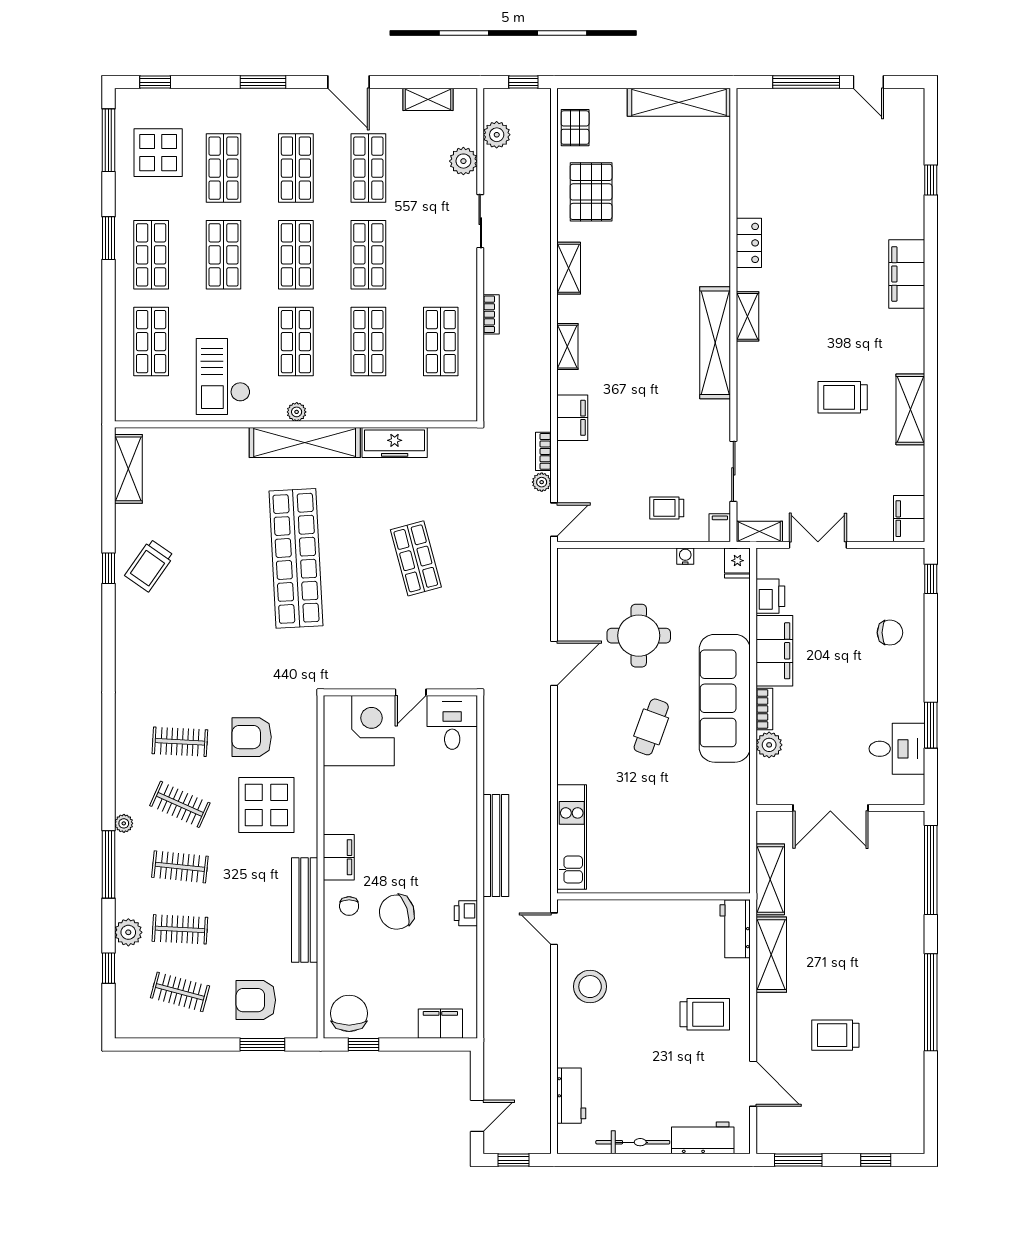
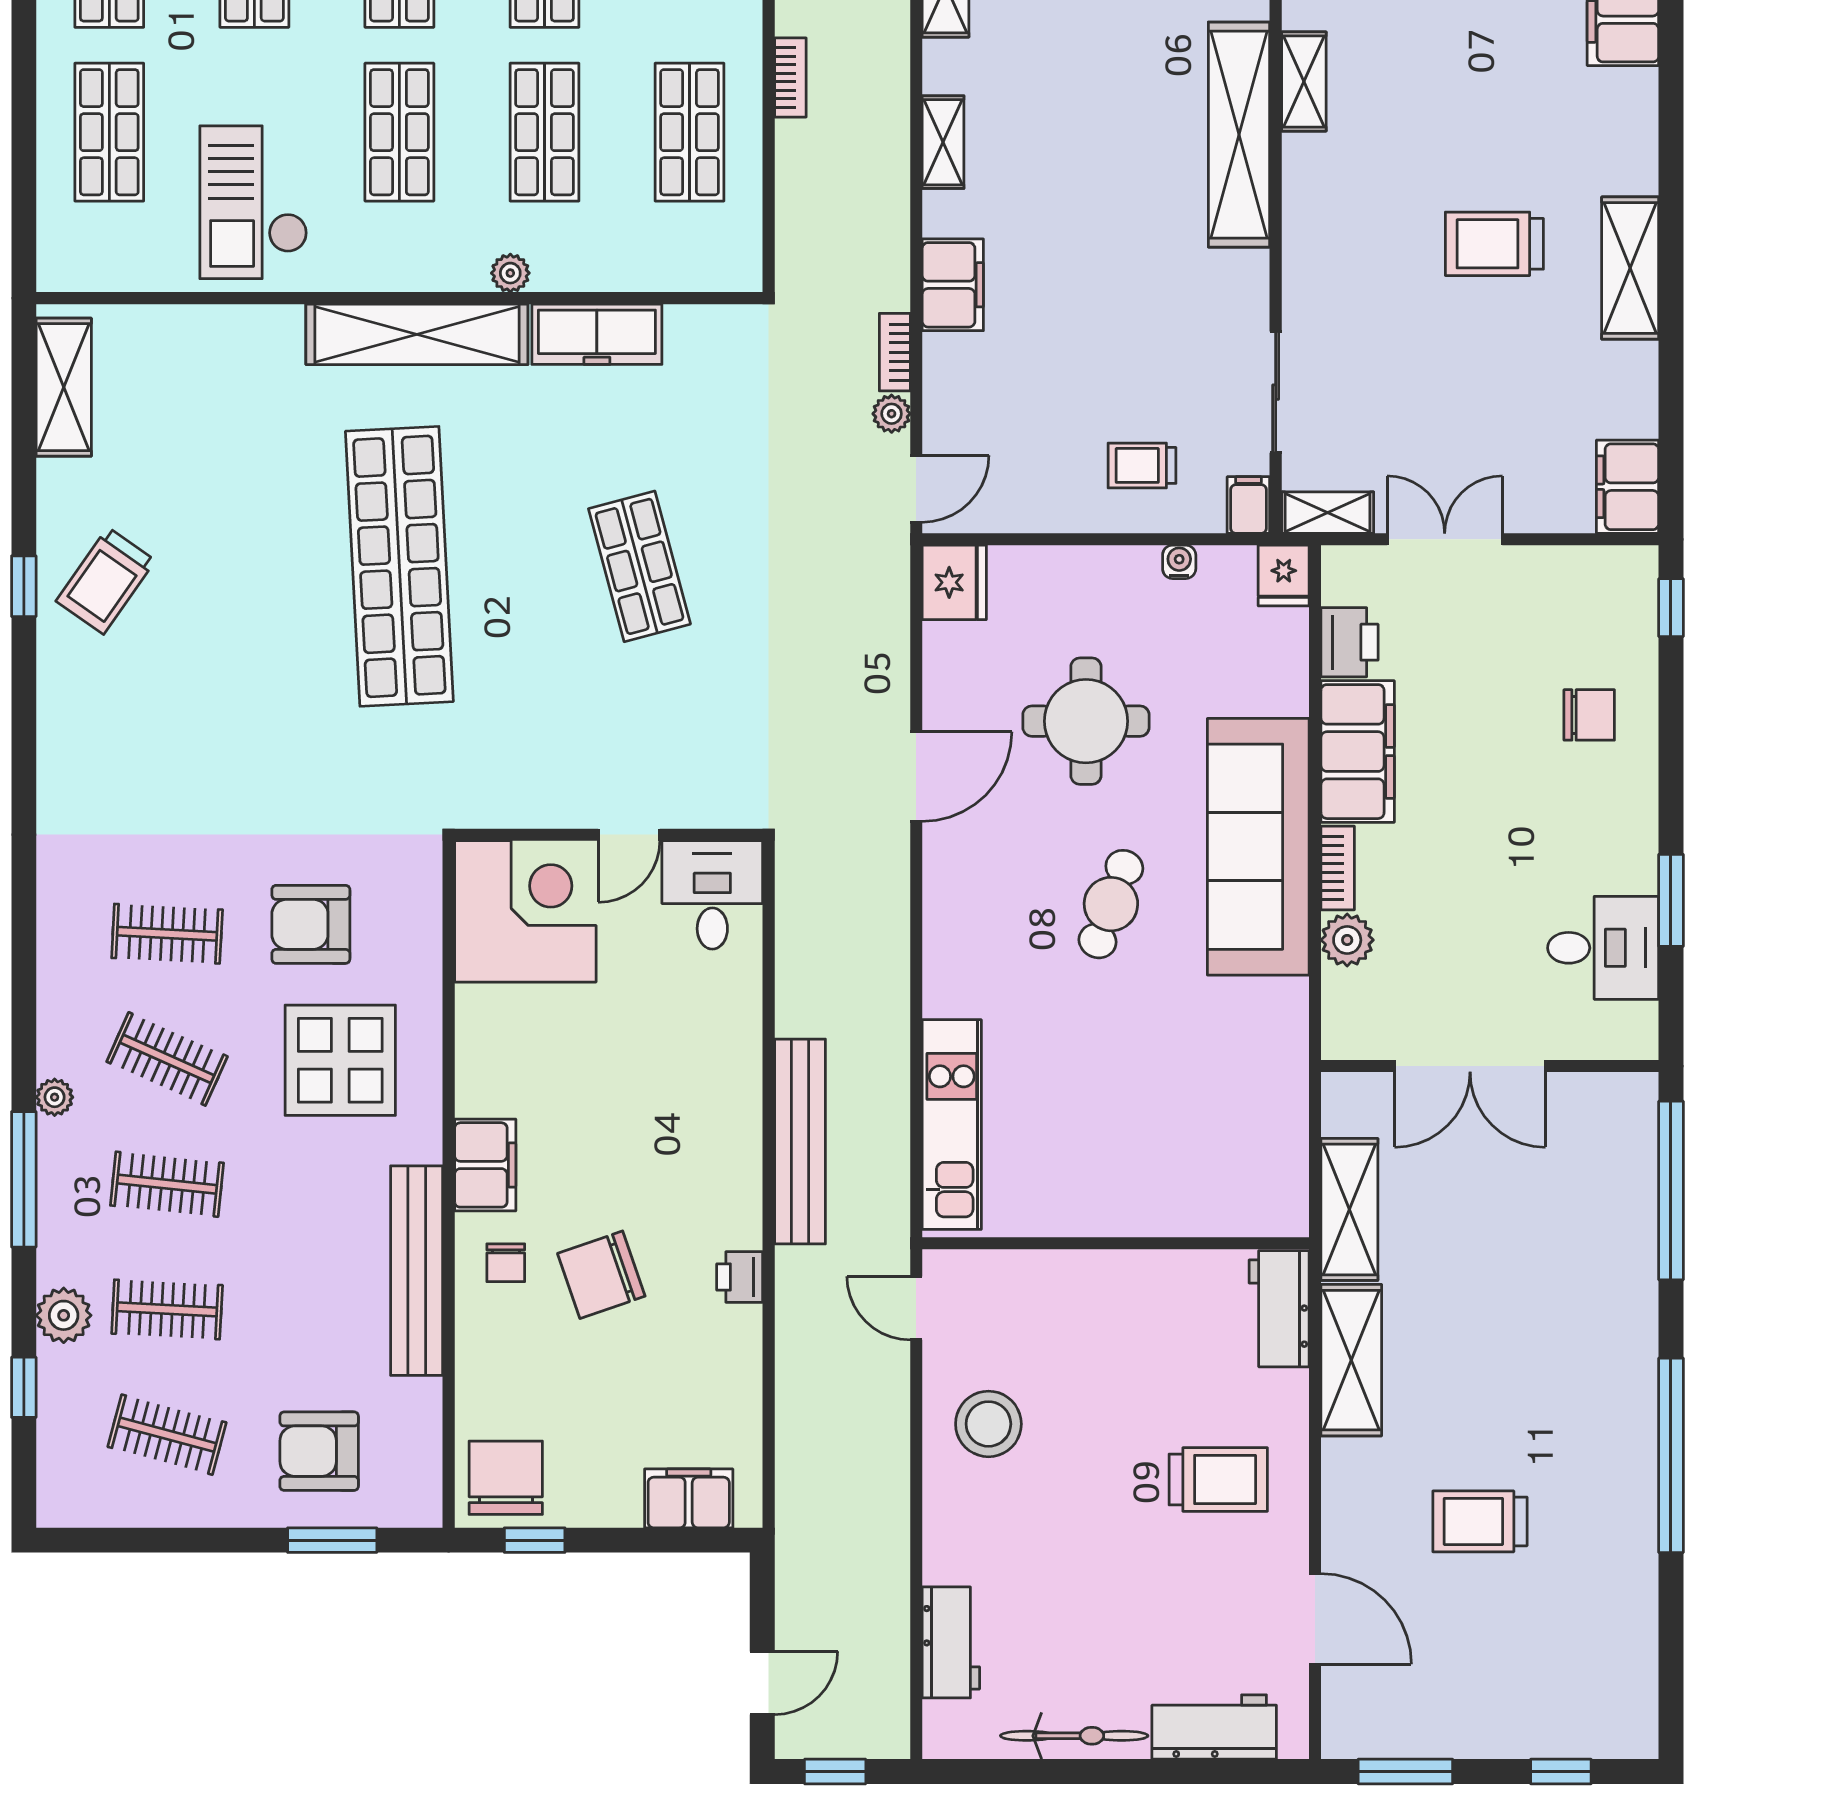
plant: (297, 412) -> (510, 273), moved
fridge: (573, 566) -> (954, 582), added

